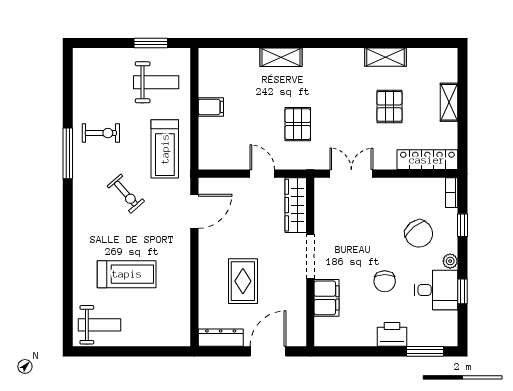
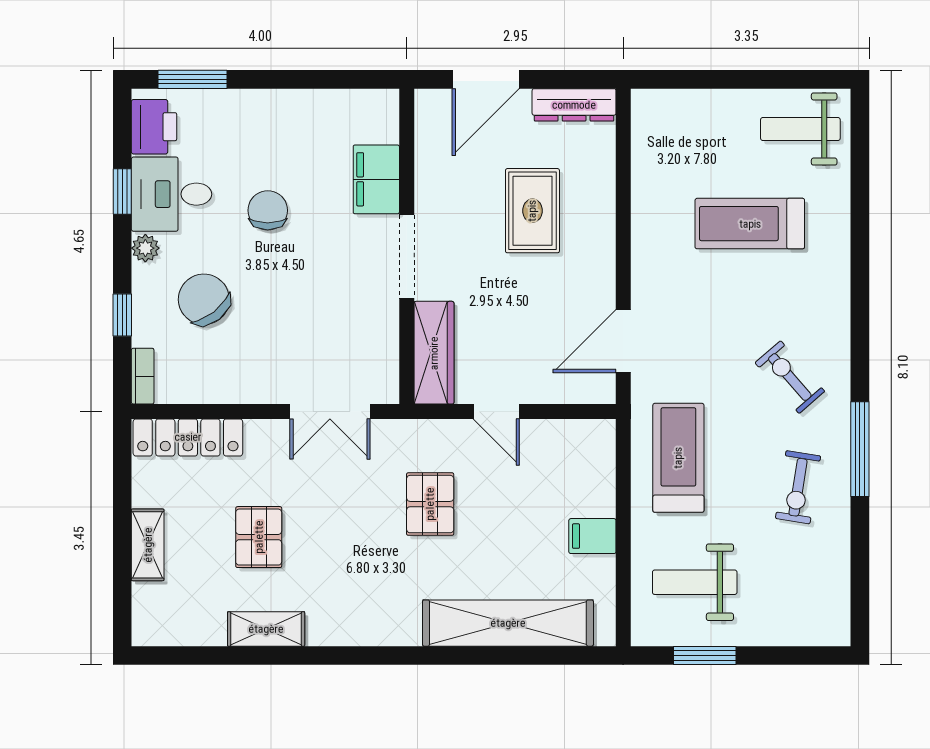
shelving: (281, 57) -> (508, 623), width x2.20, depth x1.33
exercise bike: (101, 133) -> (798, 487), turned -81
exercise bike: (126, 194) -> (790, 377), moved
printer: (392, 334) -> (154, 127), moved, turned -90

